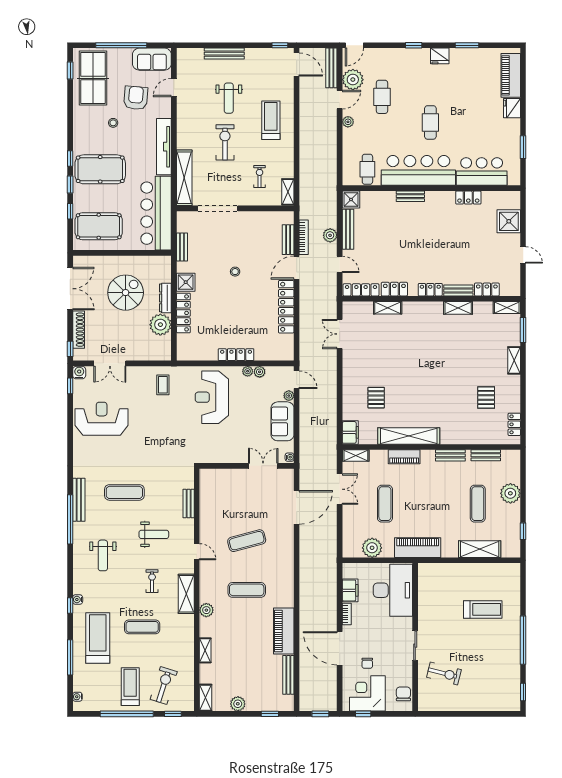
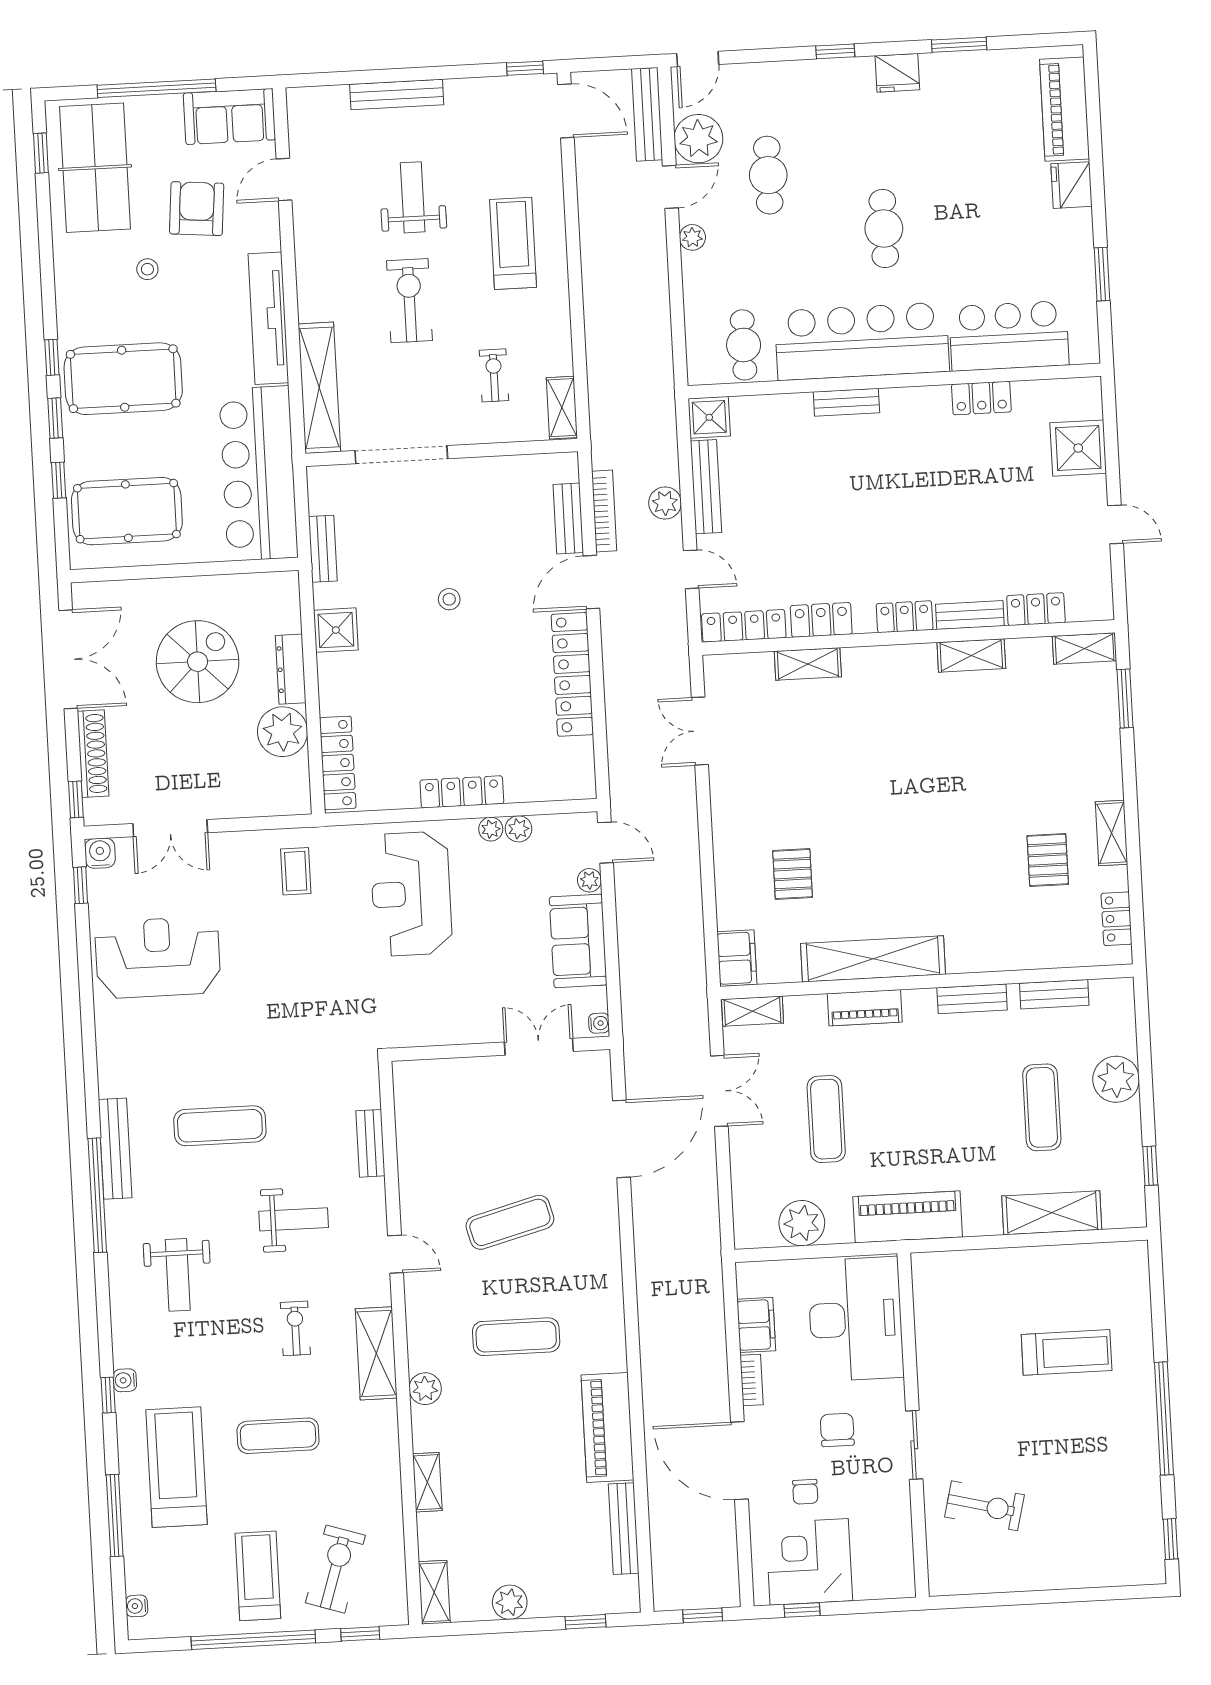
weight bench: (229, 98) -> (413, 197), turned 180
locker: (183, 313) -> (338, 763), moved
shelving: (514, 360) -> (1112, 833), moved
chair: (403, 694) -> (837, 1430), moved

